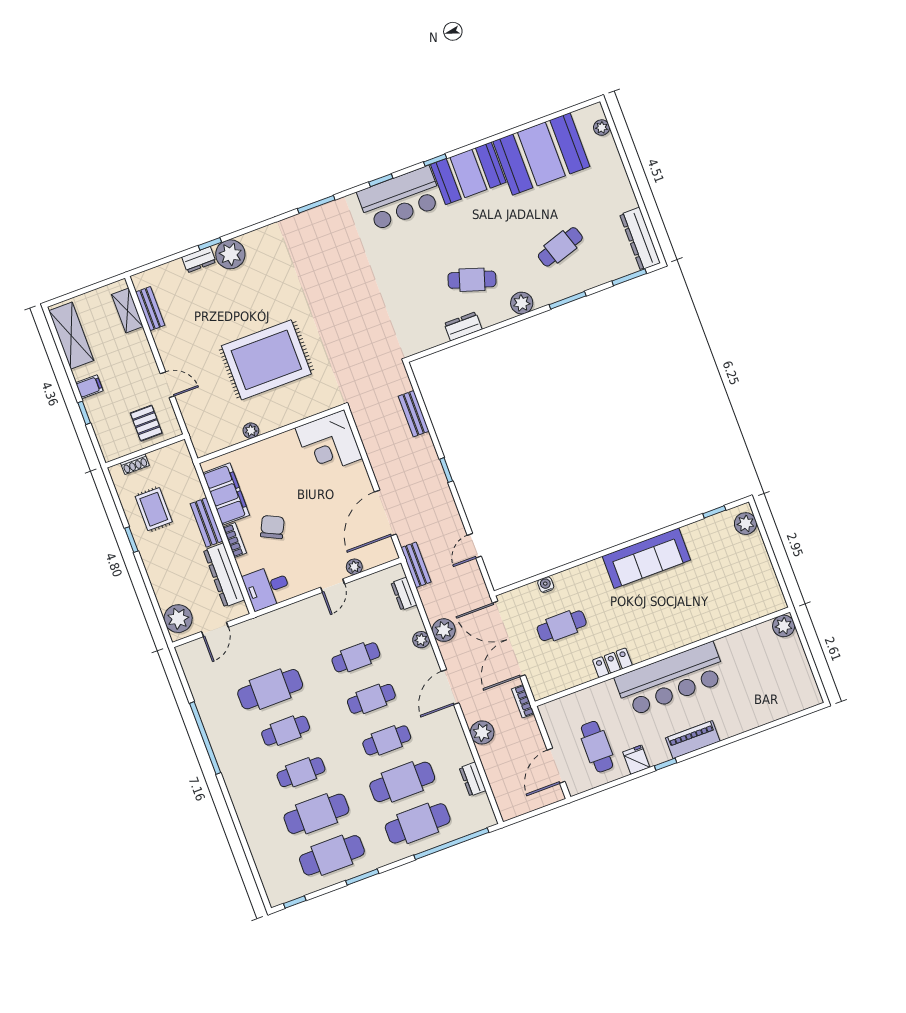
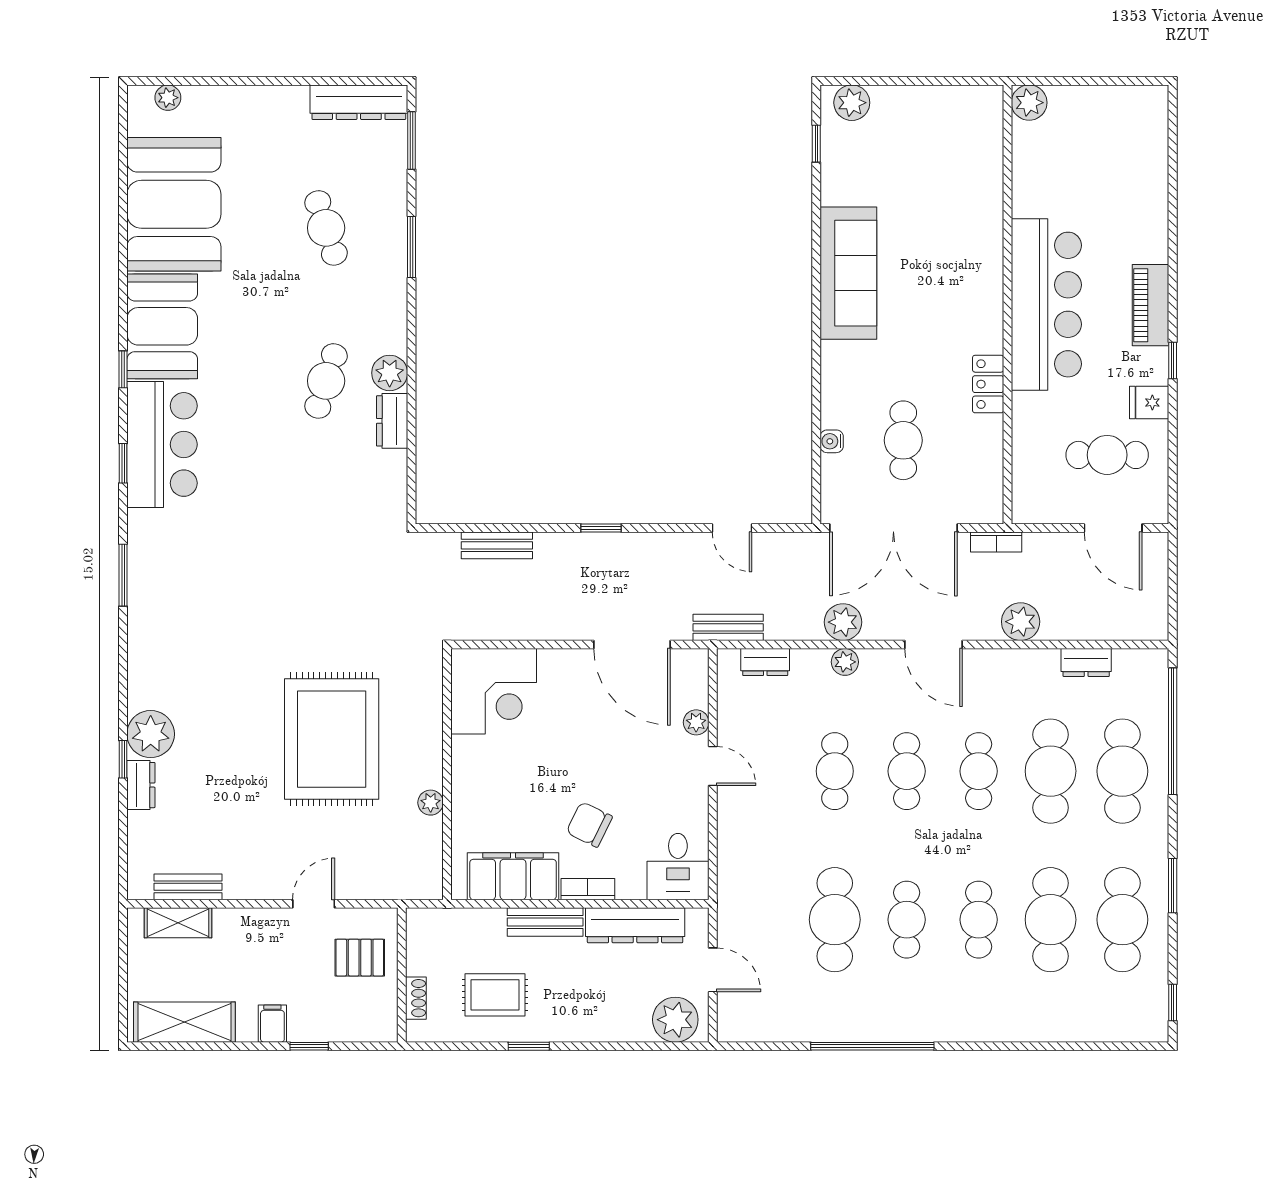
plant: (522, 303) -> (390, 373), moved

